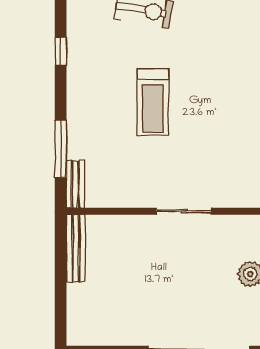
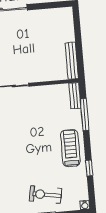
treadmill: (153, 102) -> (70, 148), moved

